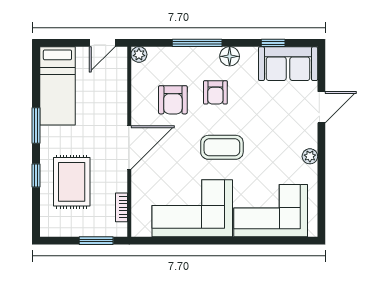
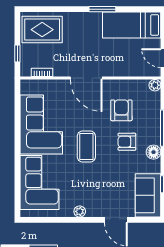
armchair: (173, 100) -> (121, 110), turned 90
window: (36, 176) -> (65, 9), removed
rug: (72, 182) -> (42, 30), moved
window: (96, 241) -> (17, 54), width x0.67

